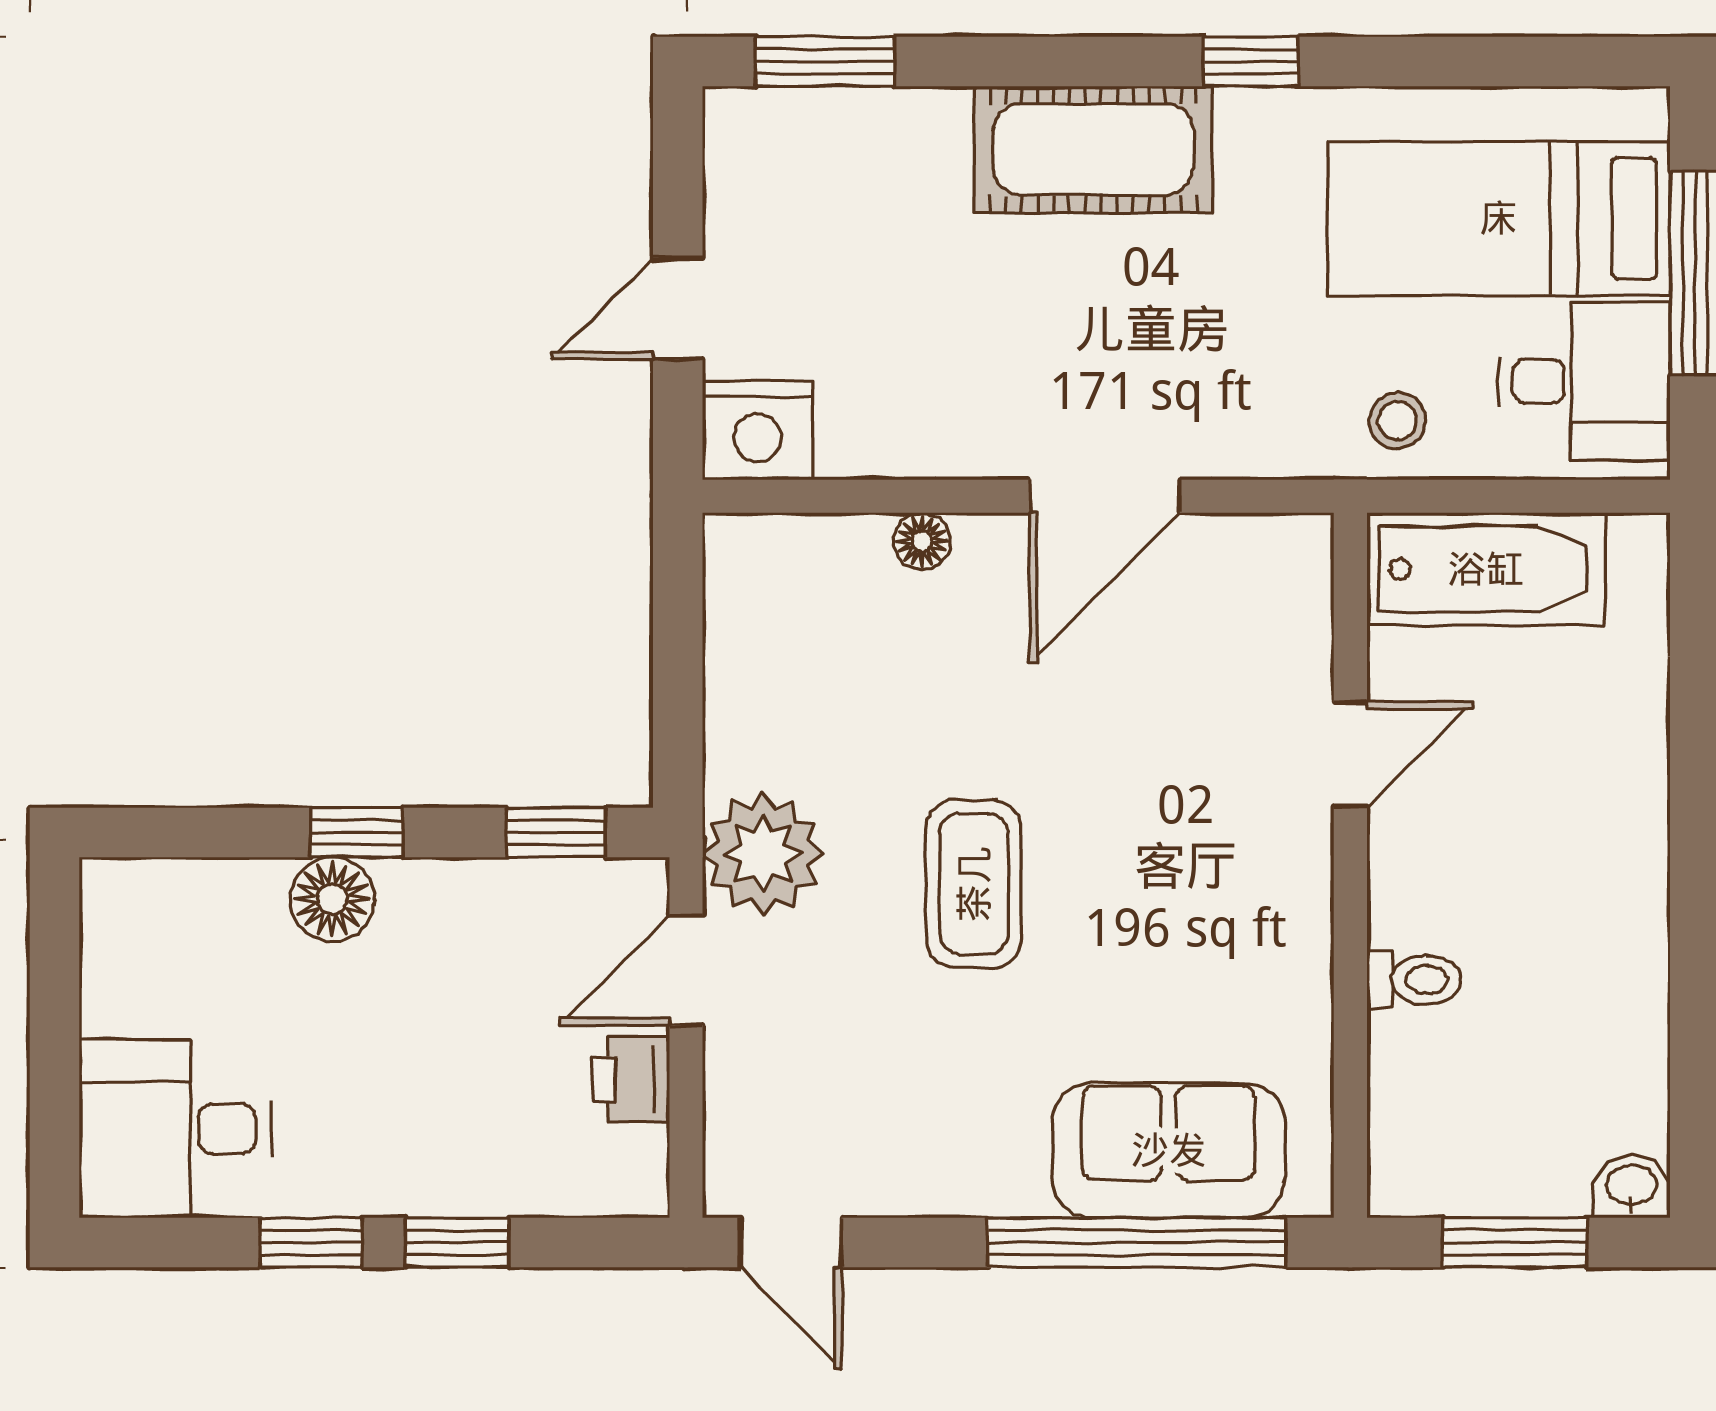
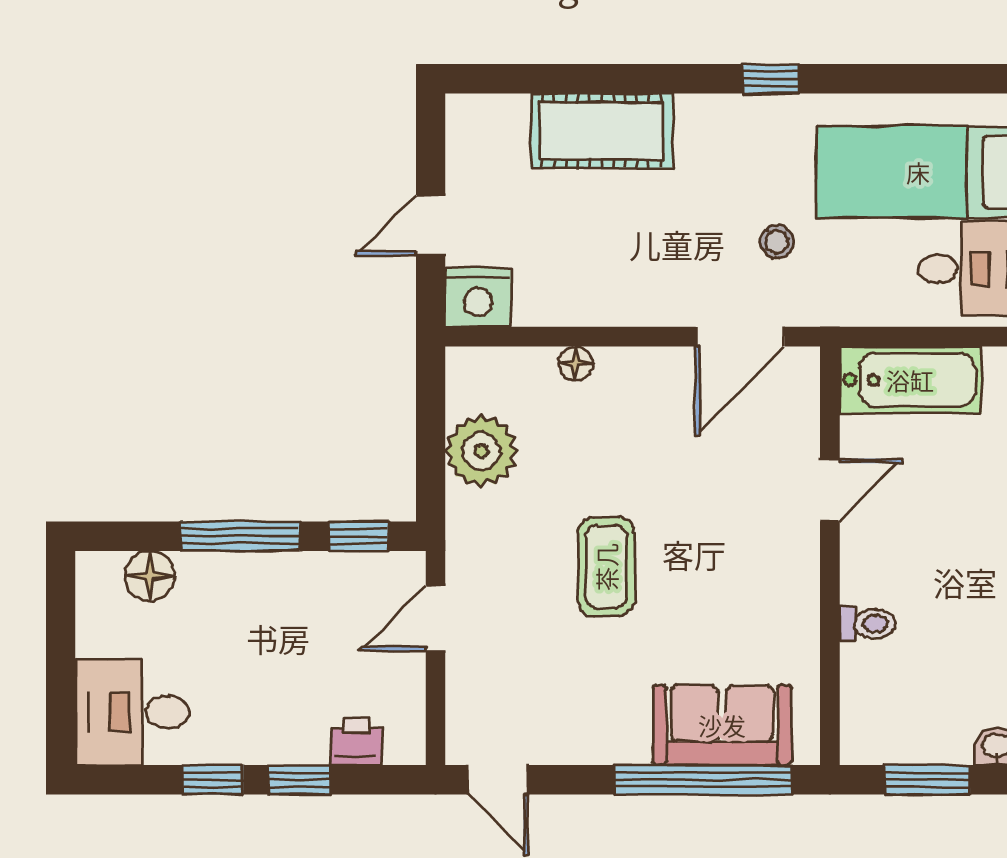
window: (825, 61) -> (518, 79), removed
cot: (1093, 149) -> (601, 131), moved
stool: (1397, 421) -> (777, 242), moved
door: (1105, 496) -> (740, 337), moved
window: (357, 832) -> (240, 536), width x2.17
plant: (763, 854) -> (481, 451), moved
floor lamp: (332, 899) -> (150, 576), moved
printer: (631, 1079) -> (356, 742), moved, turned 90

